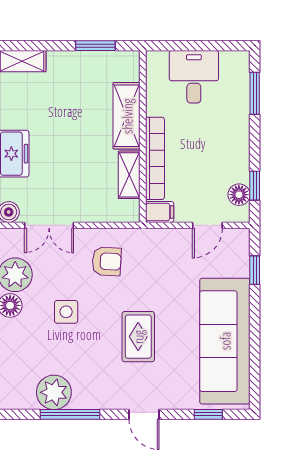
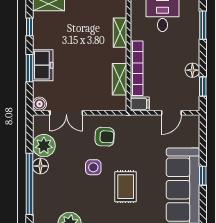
shelving: (127, 116) -> (120, 33), width x0.67, depth x0.75
floor lamp: (239, 195) -> (192, 70), moved
window: (255, 270) -> (203, 176), moved
side table: (66, 312) -> (93, 167), moved

